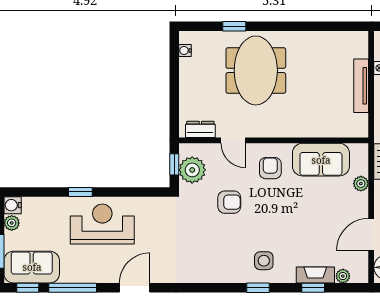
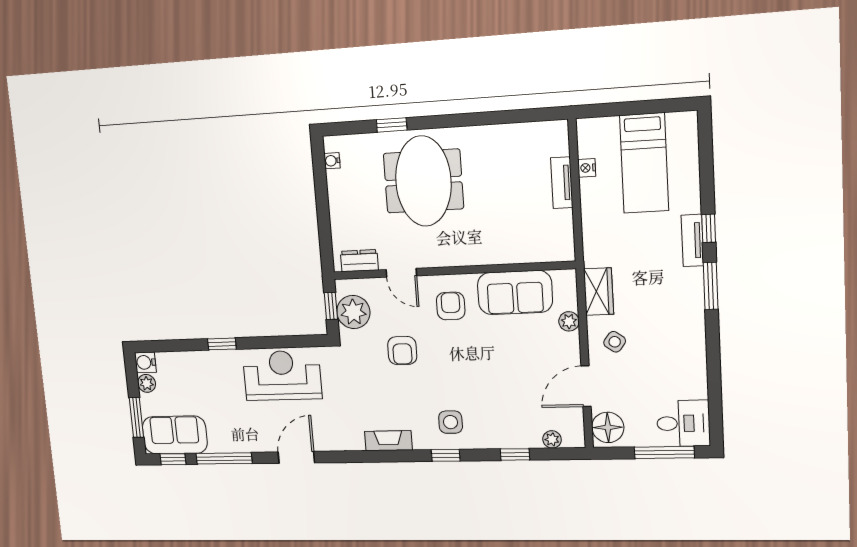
tv unit: (361, 86) -> (562, 183), width x0.71
armchair: (229, 202) -> (402, 351), turned 90
reception desk: (102, 224) -> (282, 375), moved
fireplace: (315, 275) -> (388, 441), moved

